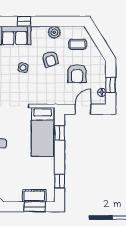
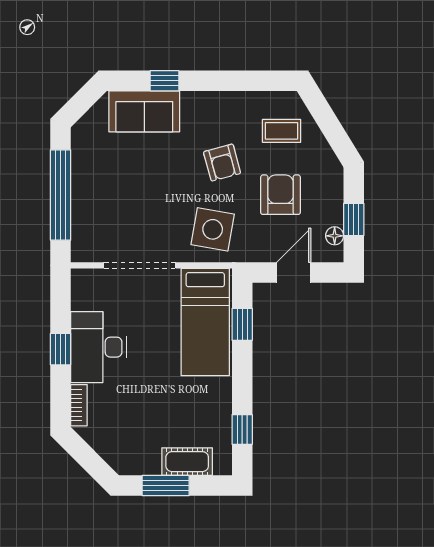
plant: (54, 32) -> (231, 105), removed
side table: (23, 68) -> (213, 229), moved, width x1.87, depth x1.87
armchair: (77, 74) -> (281, 195), turned 180
window: (35, 207) -> (166, 486), moved

